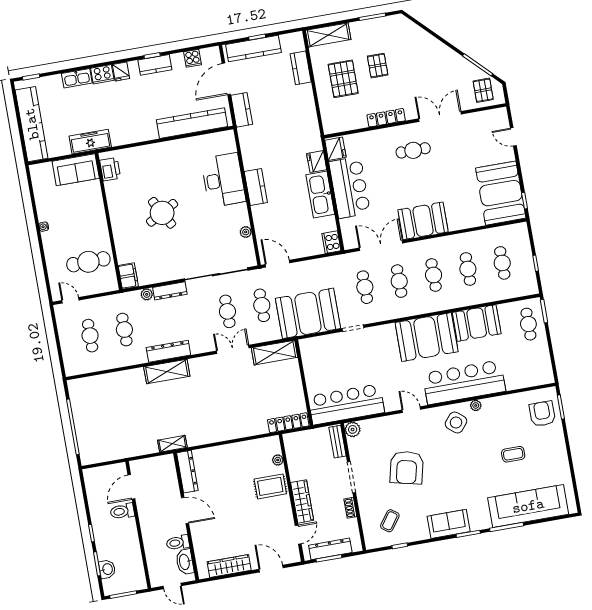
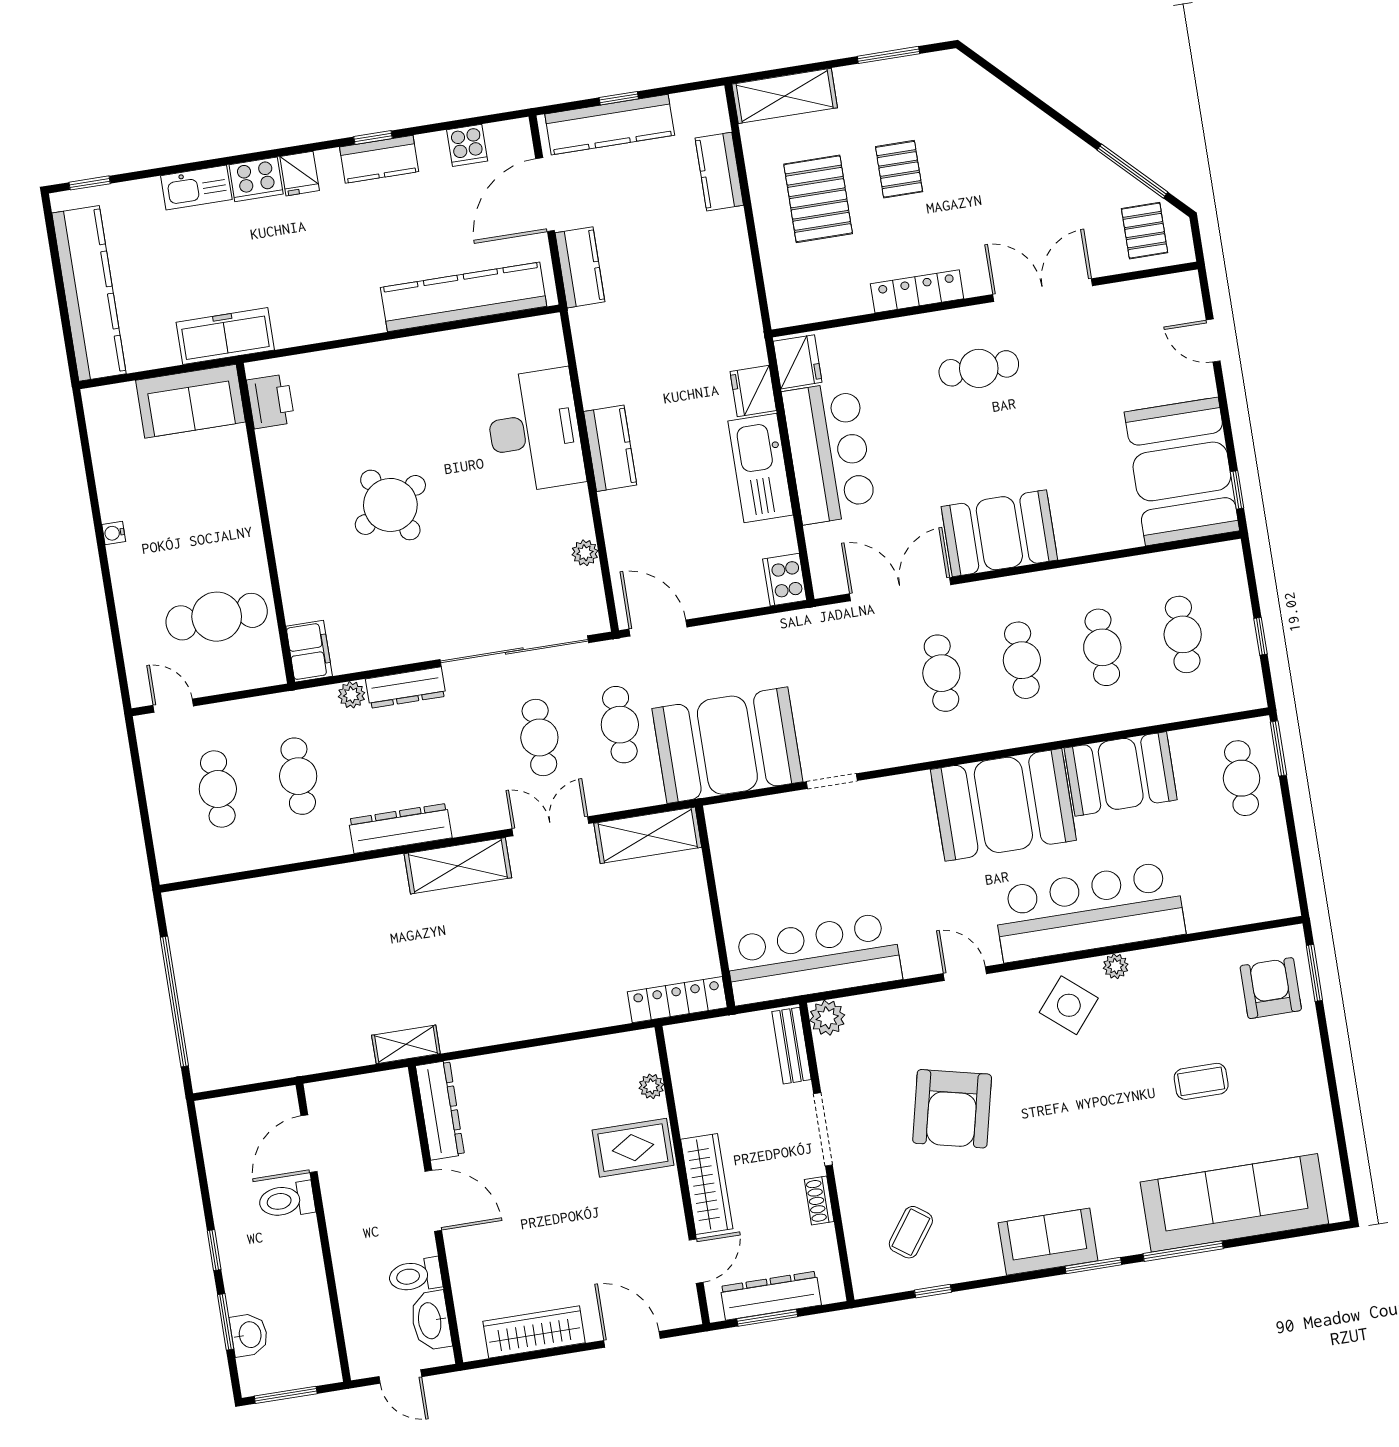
cafe table: (365, 287) -> (861, 686), removed
shelving: (167, 372) -> (458, 866), moved

